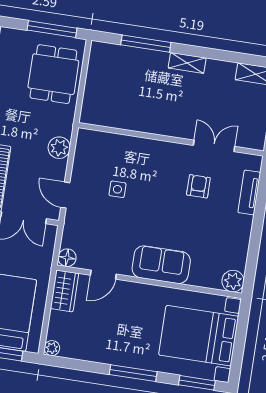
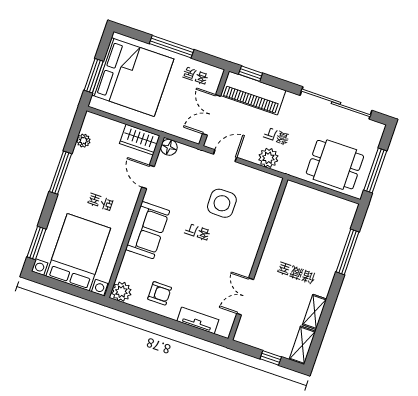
shelving: (187, 63) -> (315, 312), moved
double door: (214, 146) -> (245, 296), swing flipped
armchair: (198, 186) -> (160, 293), moved
side table: (117, 189) -> (222, 203), width x1.87, depth x1.87
plant: (52, 348) -> (83, 141), moved
window: (133, 373) -> (61, 173), moved

